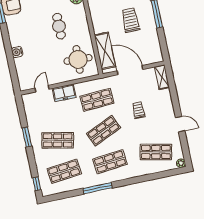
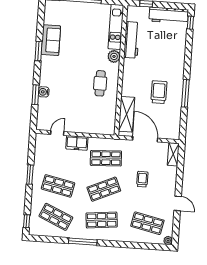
cafe table: (59, 26) -> (100, 83), moved
window: (10, 57) -> (35, 95), added
round table: (78, 59) -> (99, 115), removed
shop shelf: (64, 171) -> (56, 217), turned 30

